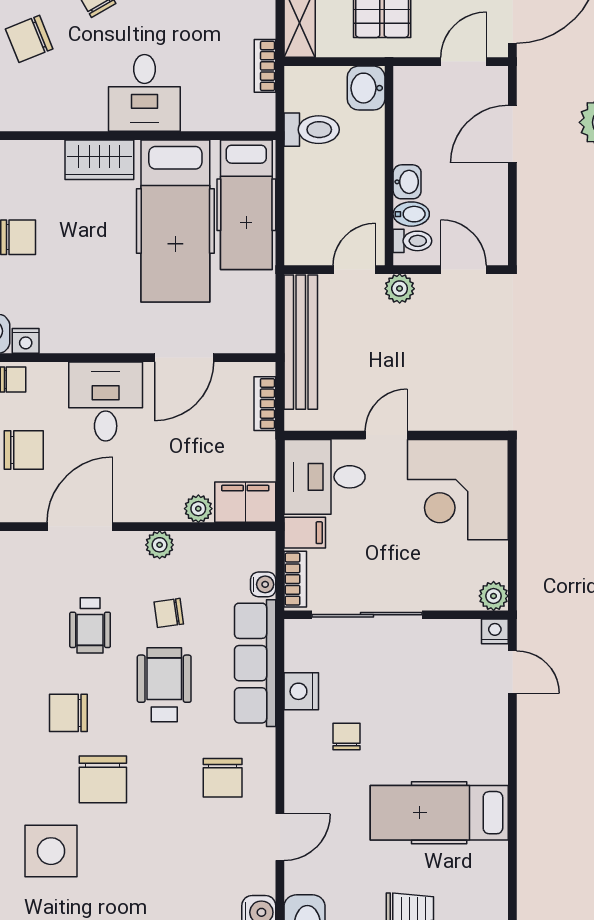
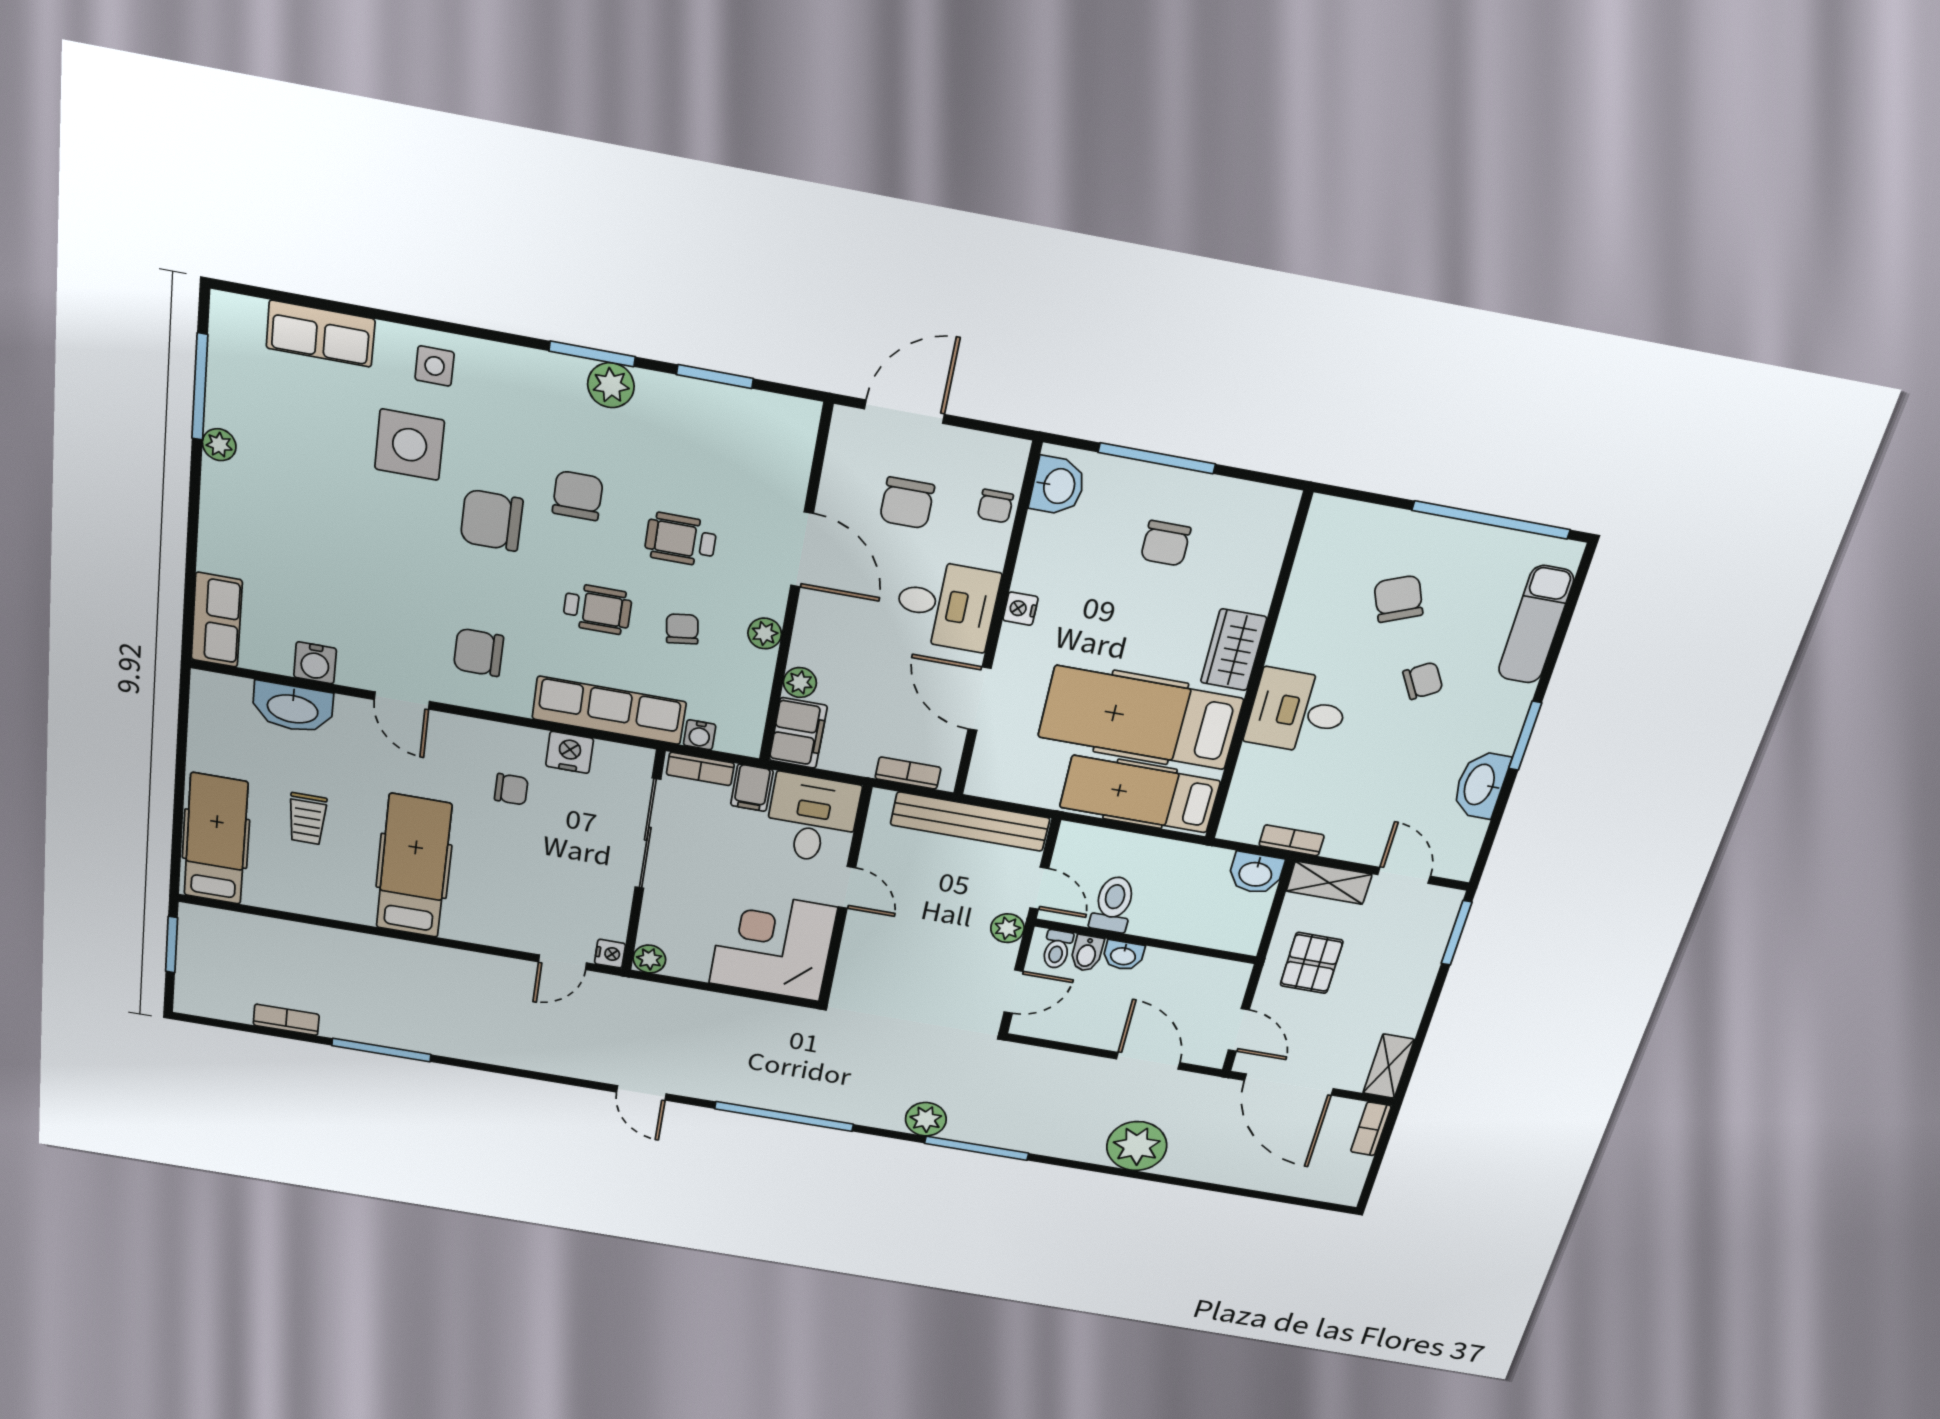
washbasin: (366, 88) -> (1256, 873), moved, turned 180
toilet: (312, 130) -> (1113, 904), moved, turned 180
nightstand: (26, 341) -> (1020, 609), moved
wheelchair: (164, 685) -> (597, 609), width x0.73, depth x0.73

